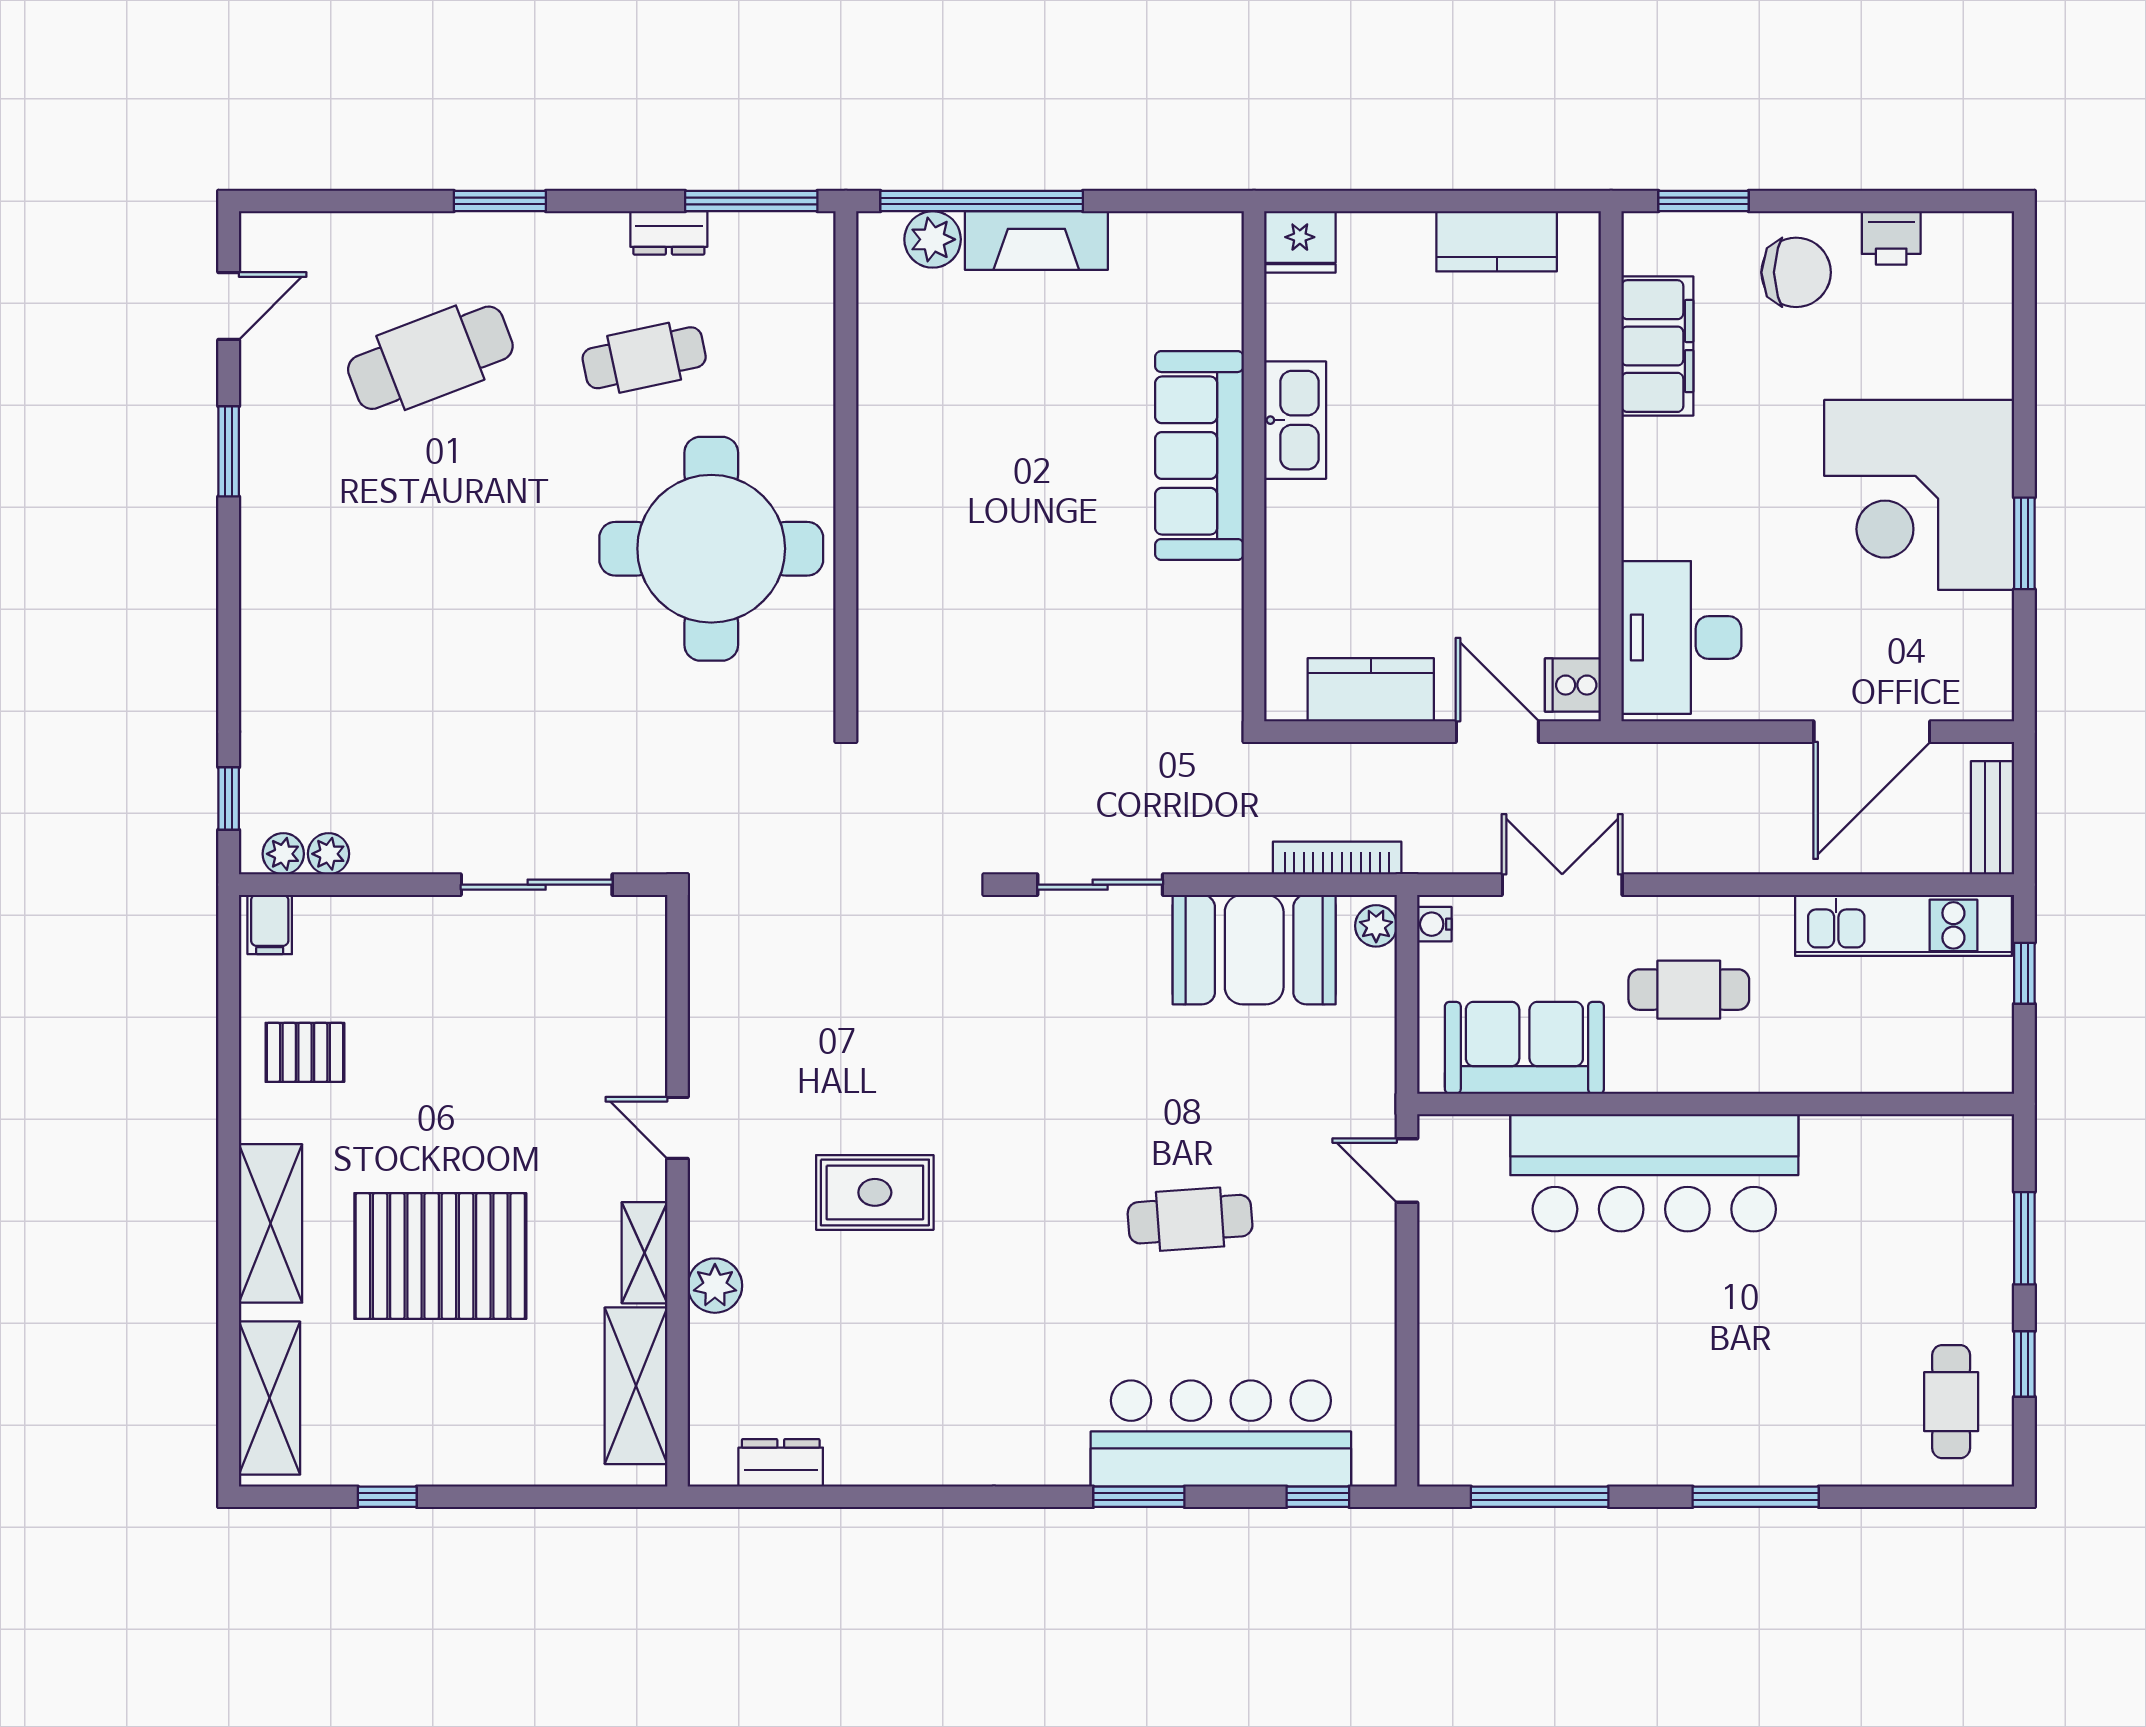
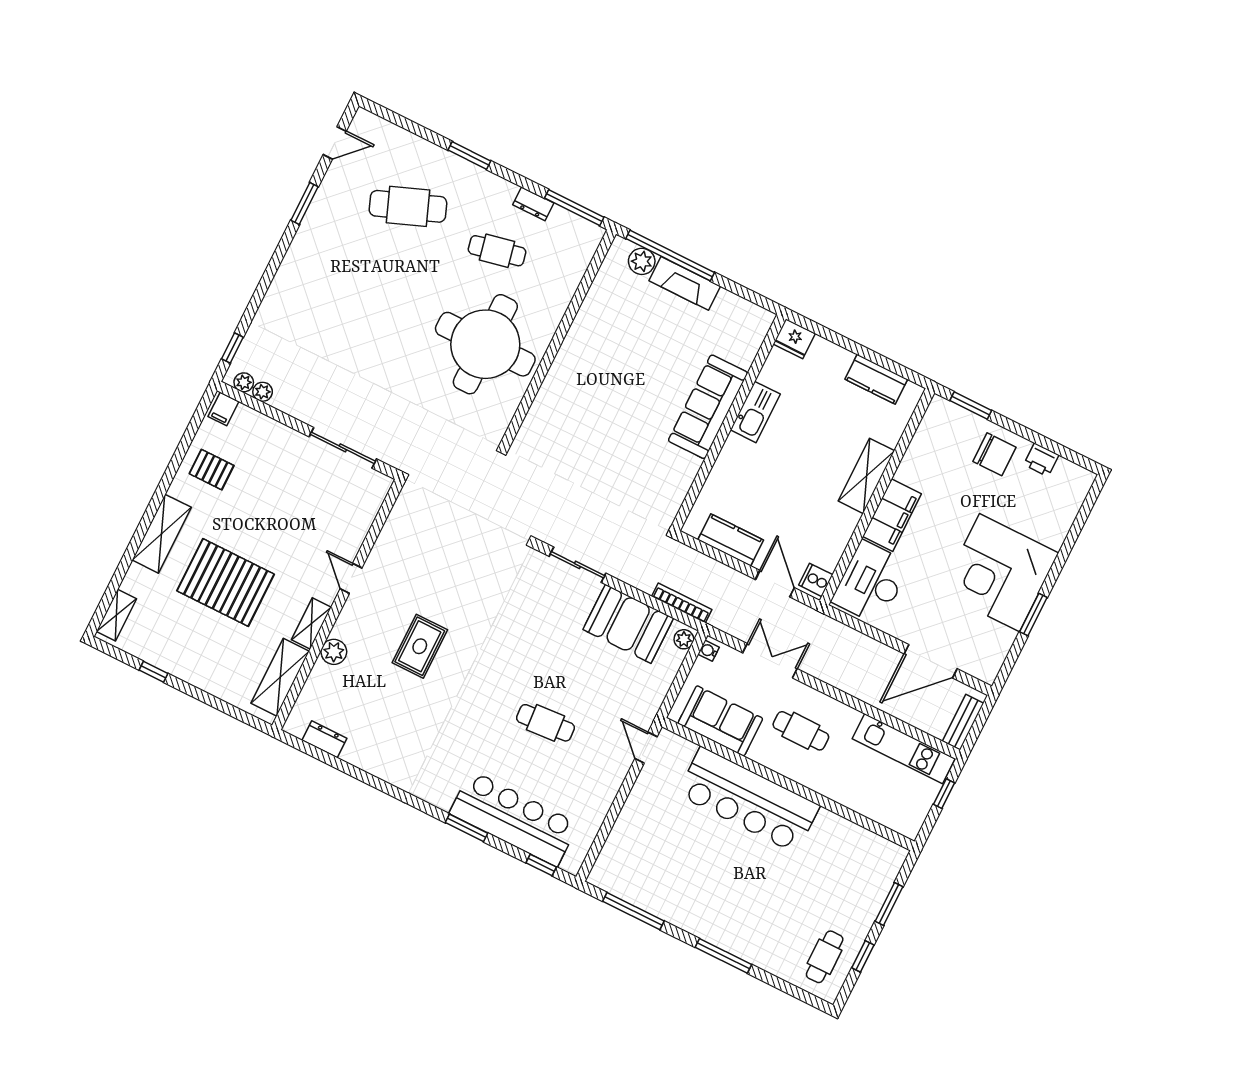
filing cabinet: (1657, 346) -> (892, 515), moved
shelving: (1571, 437) -> (866, 476), added
rug: (875, 1192) -> (420, 646), turned 90
shelving: (269, 1398) -> (116, 615), width x0.67, depth x0.75

